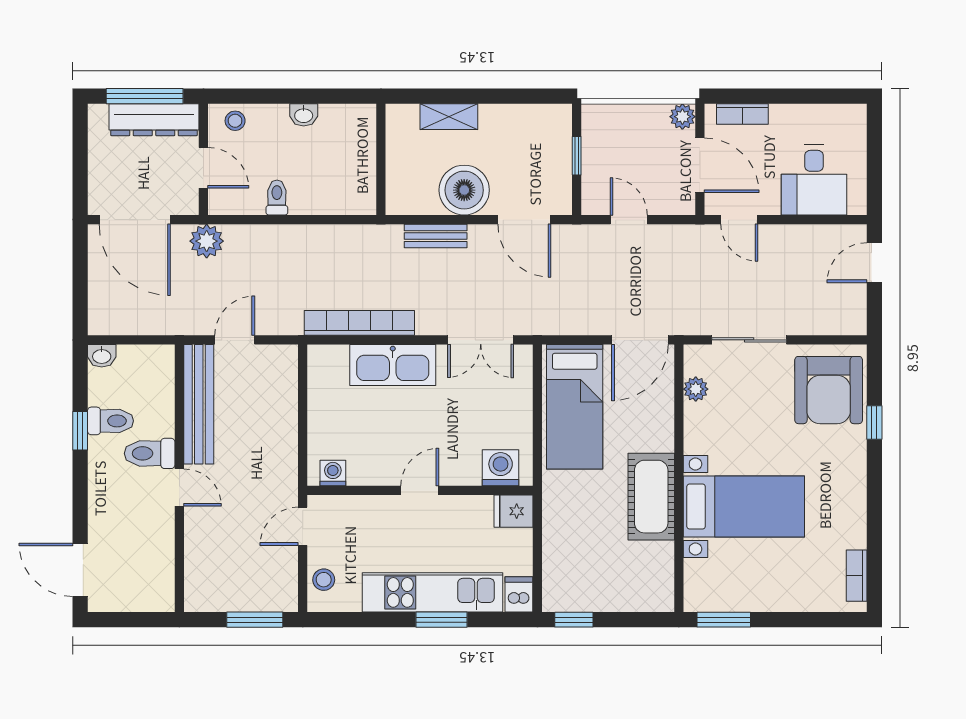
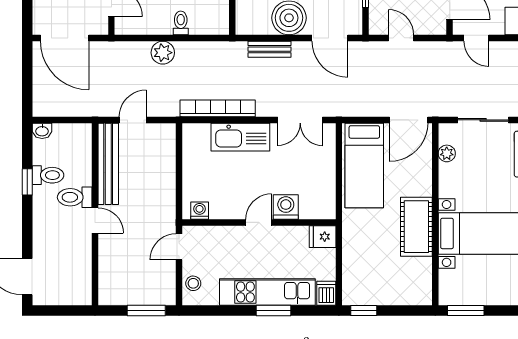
toilet: (277, 197) -> (181, 23), moved
plant: (207, 241) -> (163, 53), moved
washing machine: (501, 468) -> (286, 207), moved

